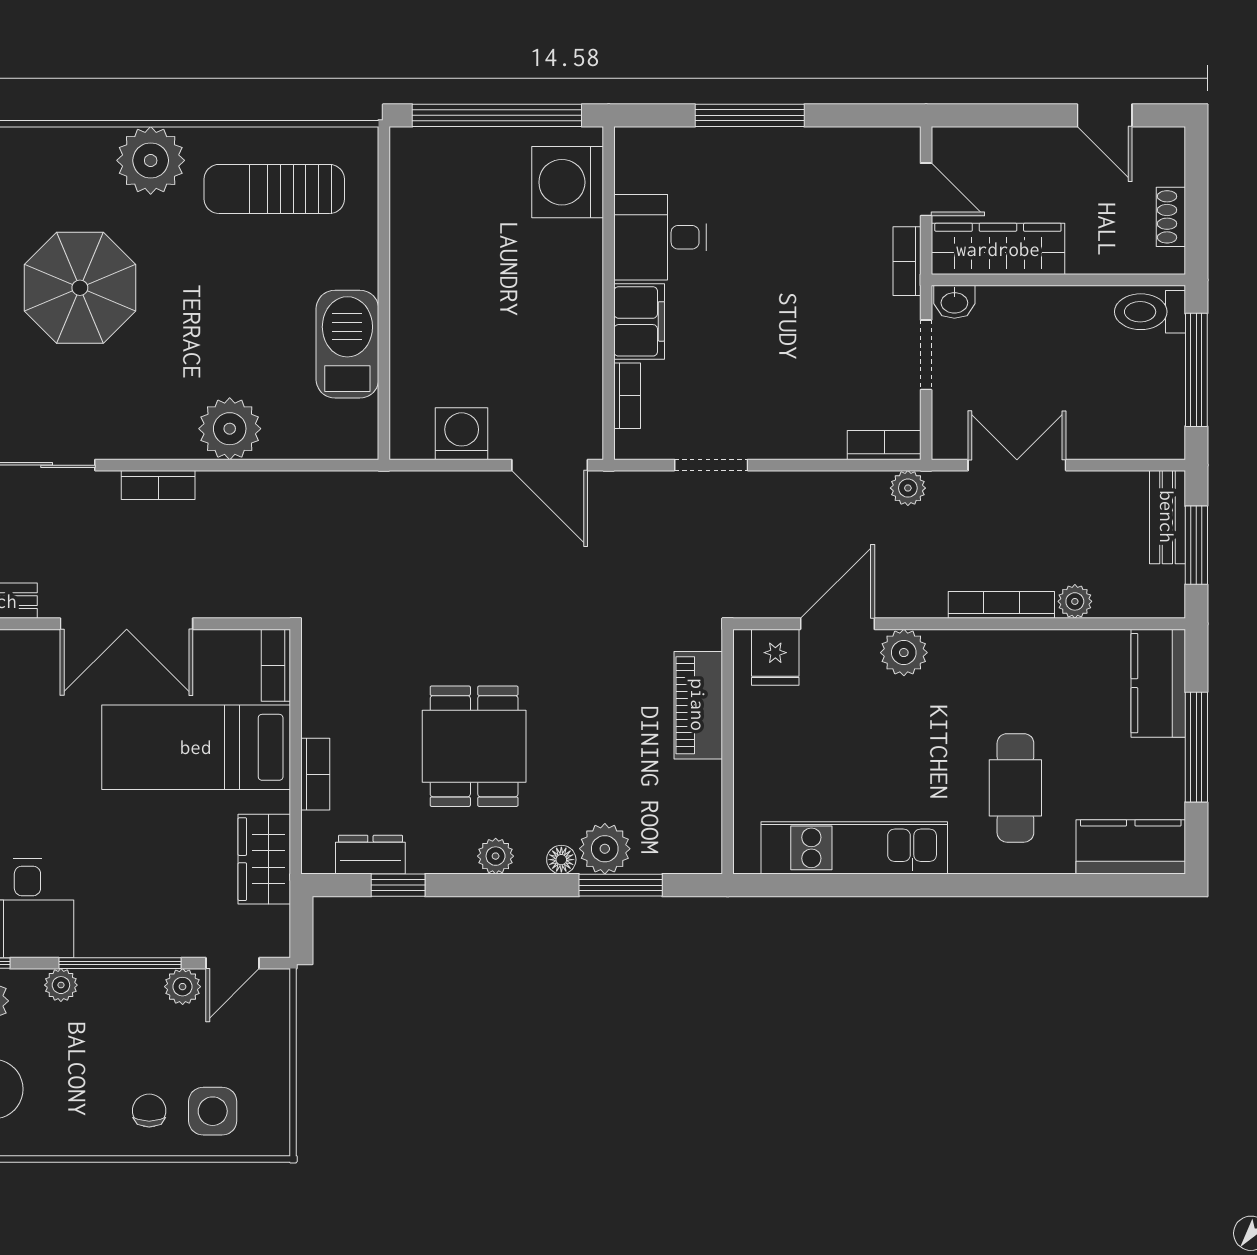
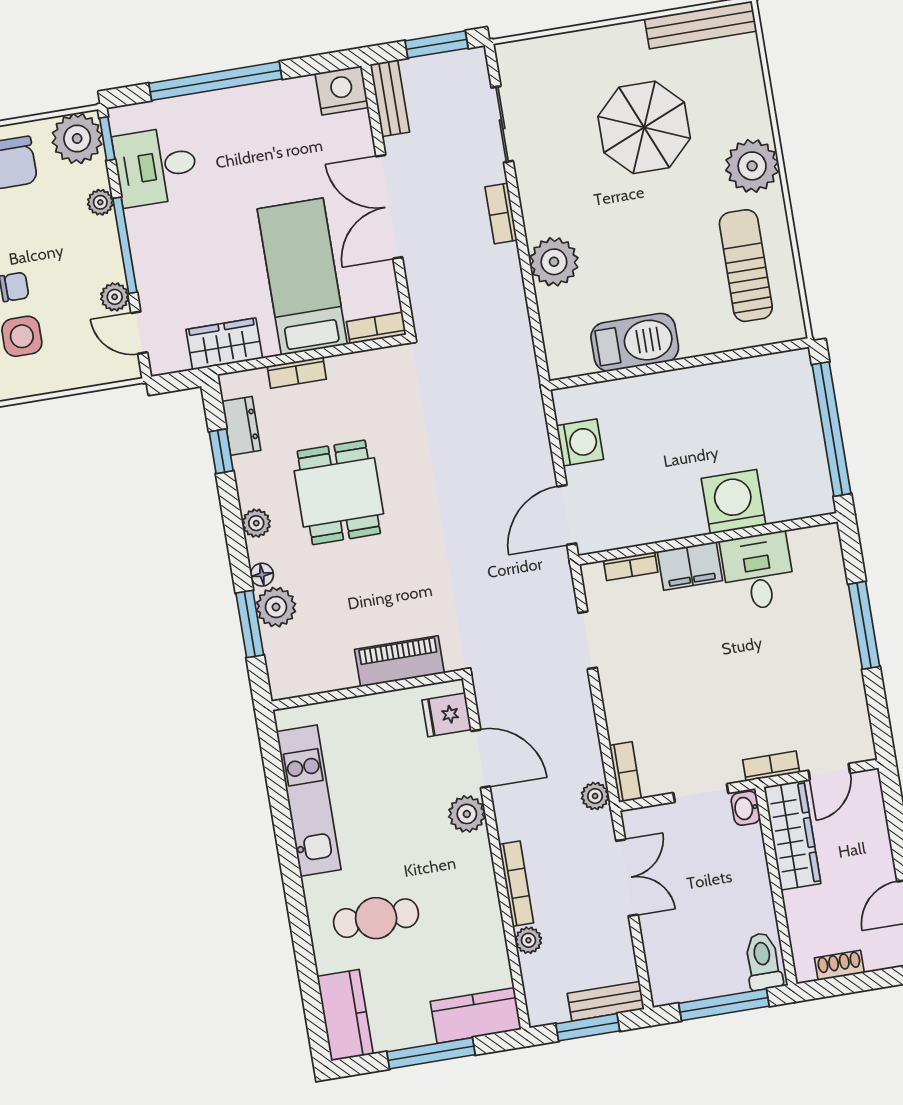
washing machine: (568, 182) -> (733, 502), moved
dining table: (474, 746) -> (339, 492), turned 90

